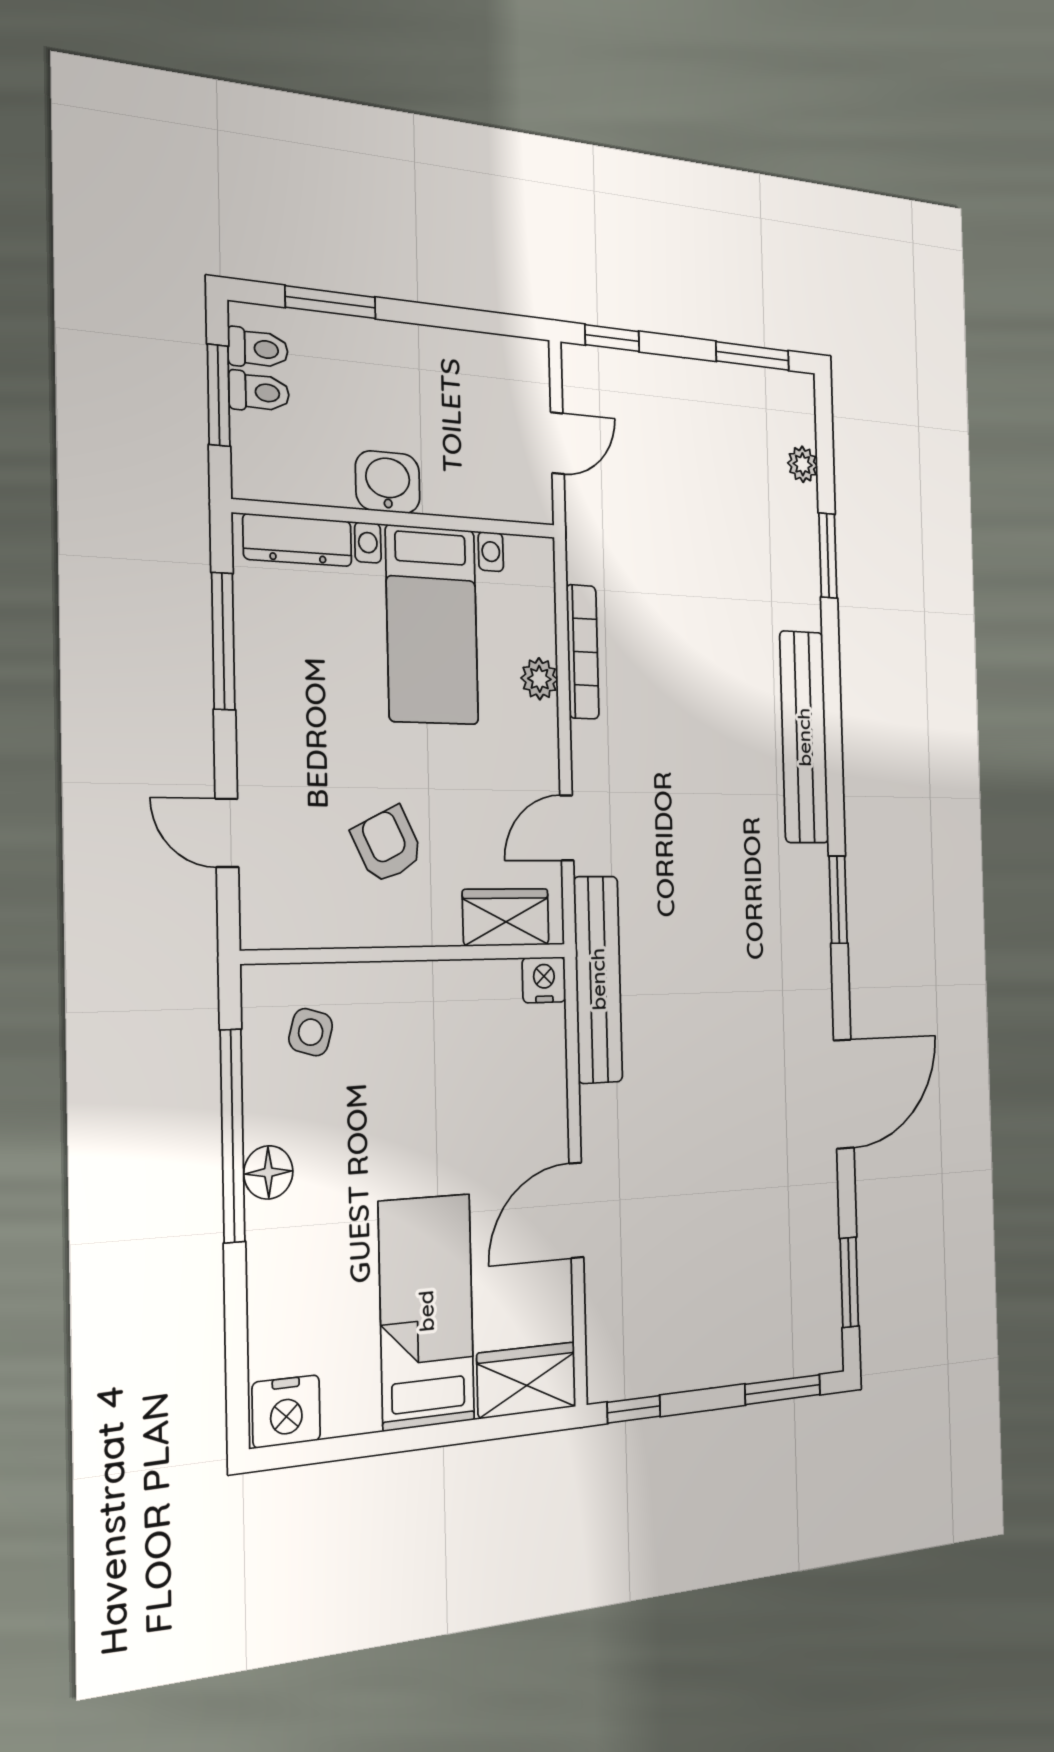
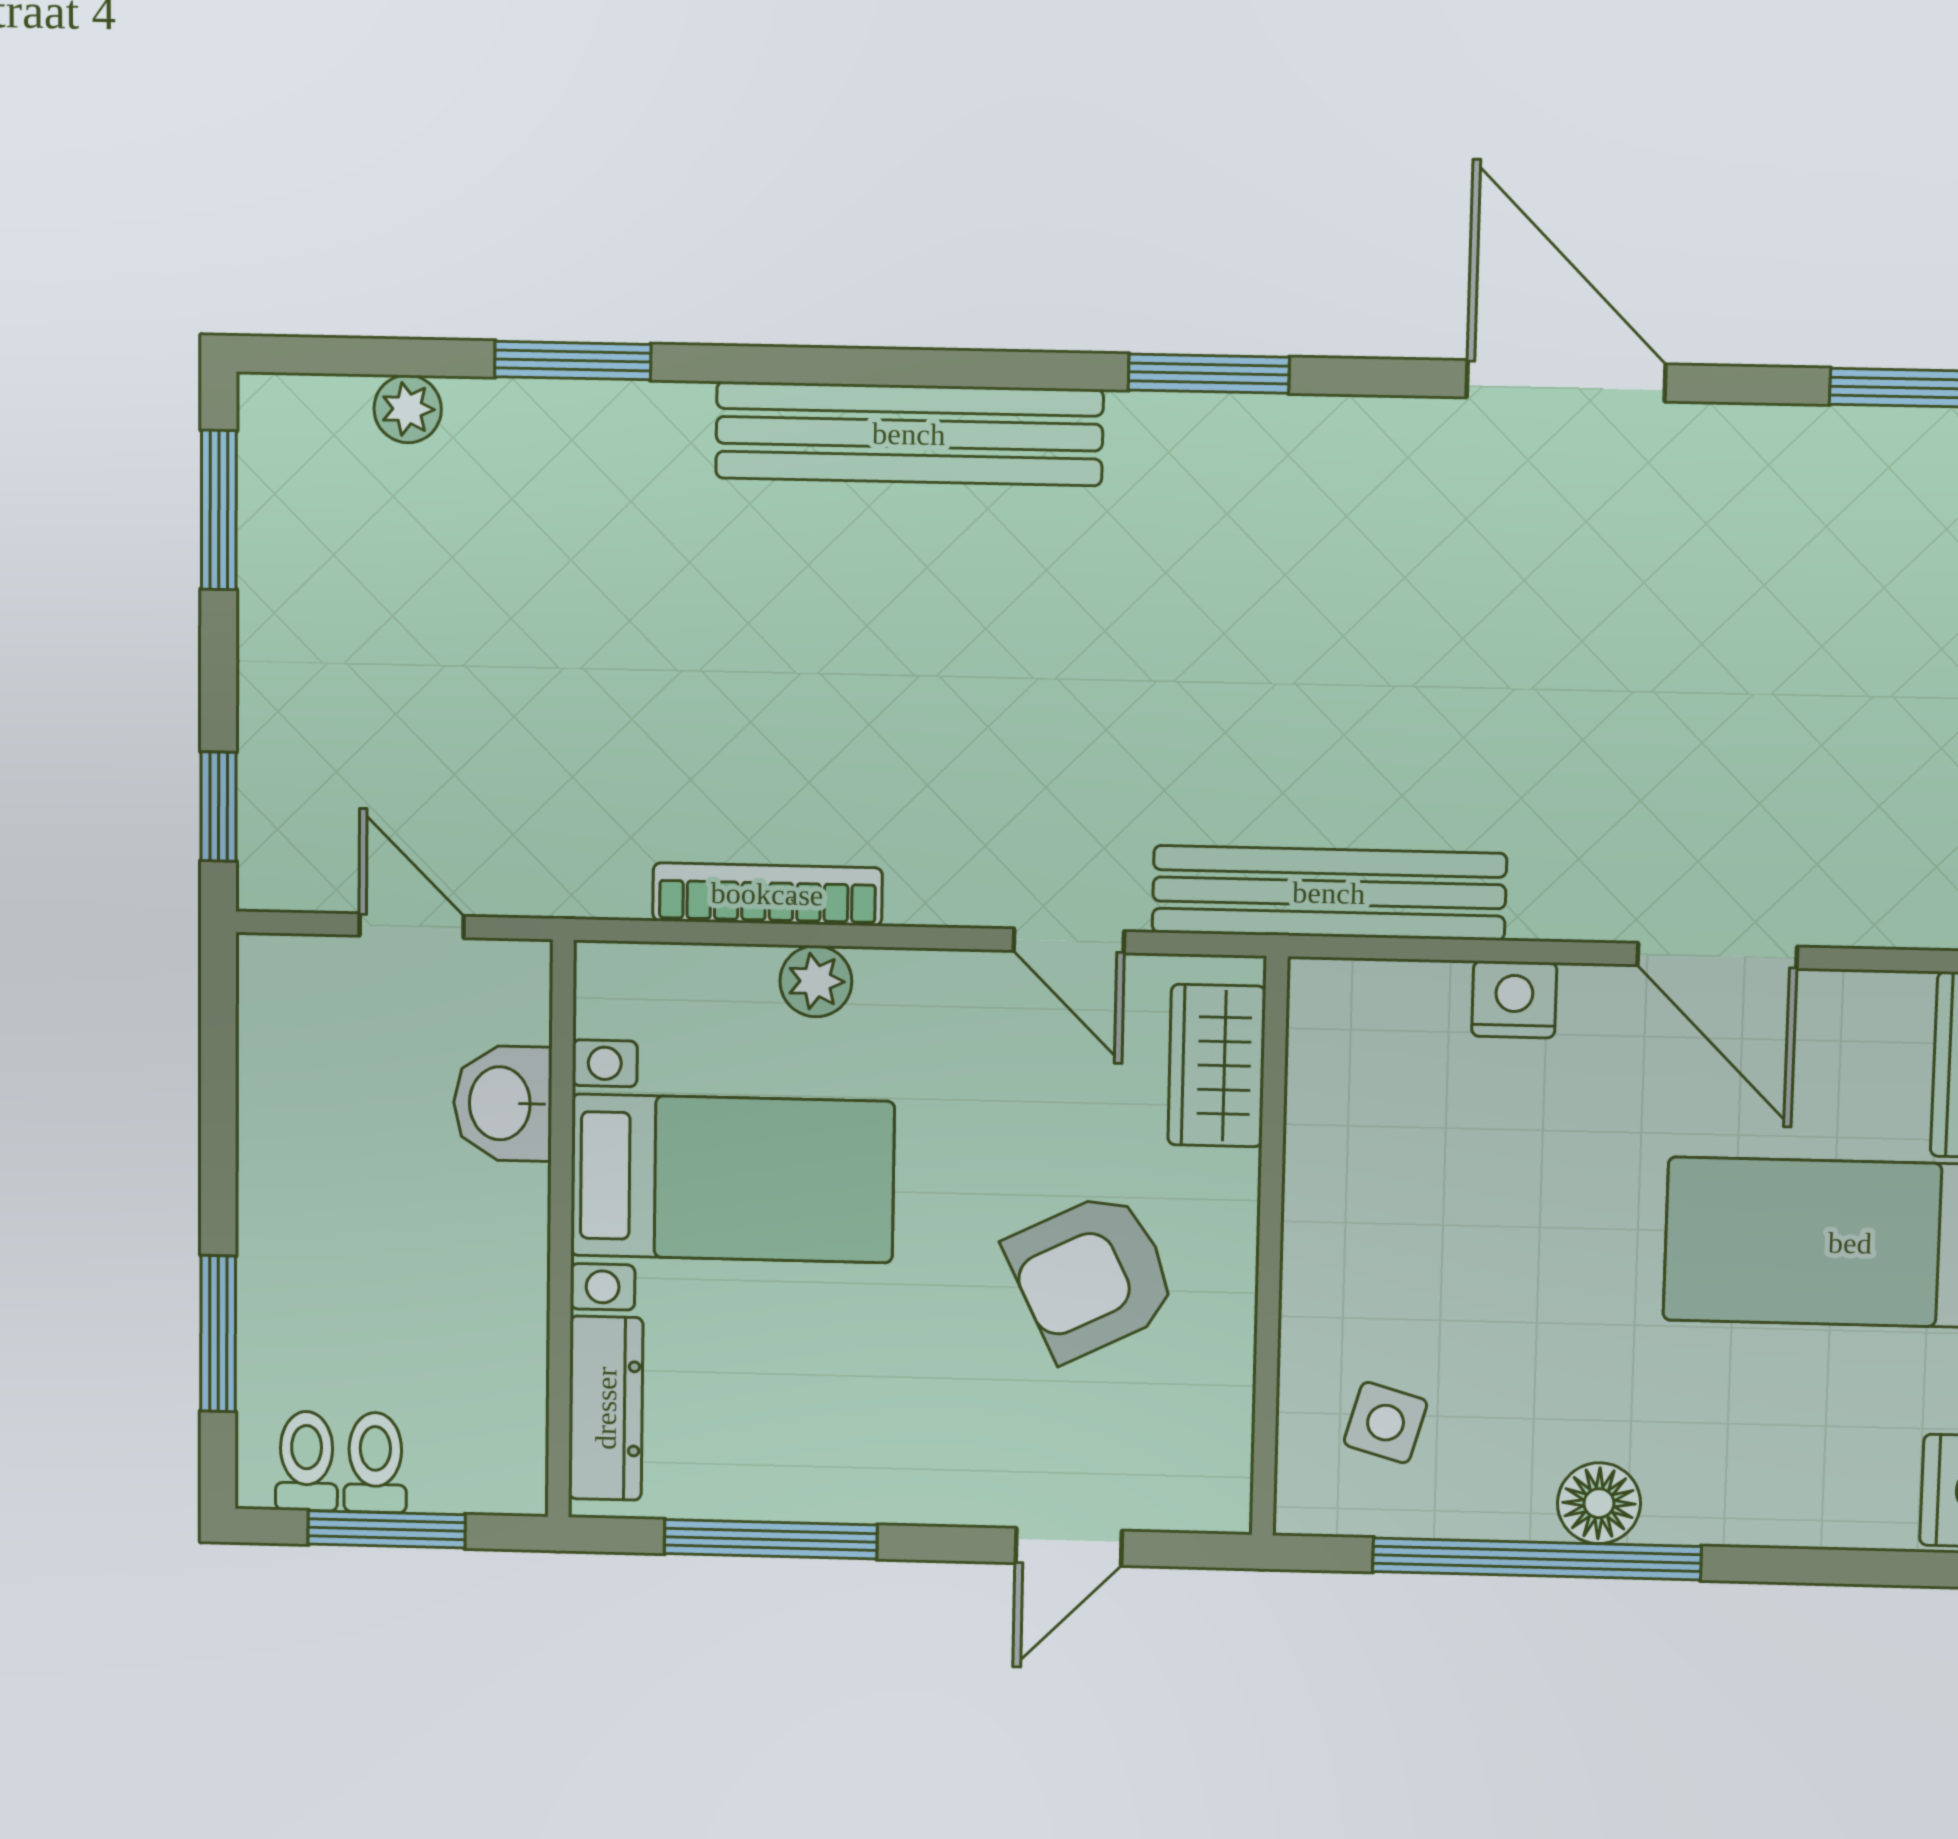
washbasin: (388, 482) -> (503, 1103), moved
armchair: (387, 845) -> (1092, 1276), width x1.38, depth x1.38
nightstand: (544, 980) -> (1514, 999), moved, turned 90

